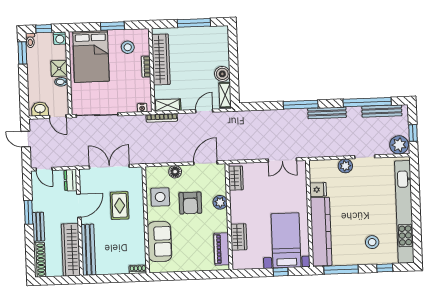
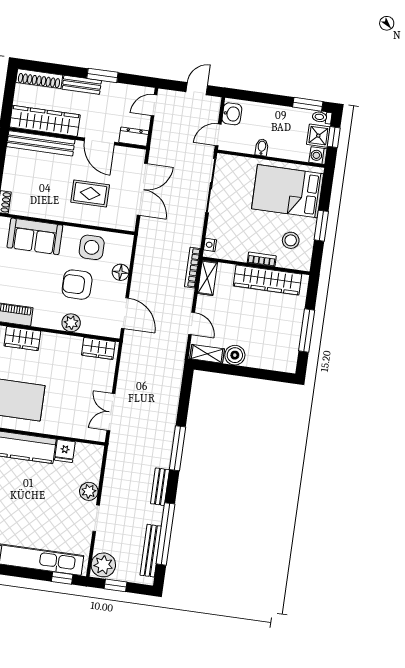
shower: (59, 68) -> (318, 136), moved
bench: (327, 113) -> (160, 487), width x0.73
window: (415, 174) -> (62, 578), added

